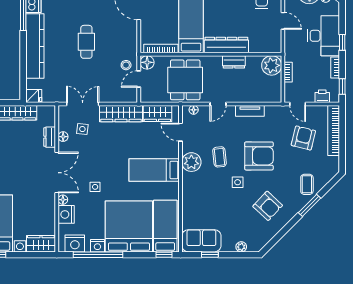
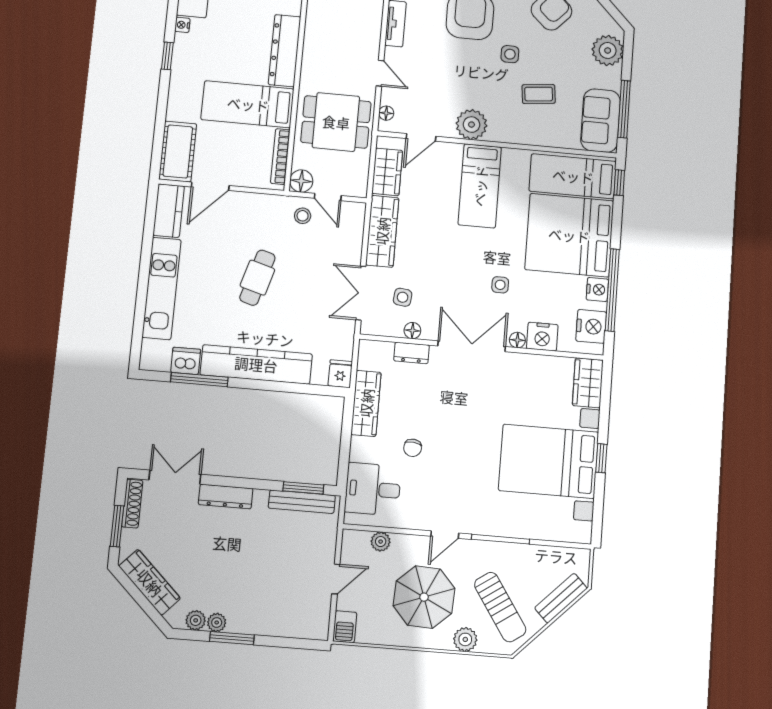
cafe table: (86, 42) -> (257, 278), turned -74
dresser: (234, 62) -> (314, 41), removed
coffee table: (220, 157) -> (539, 94), moved
plant: (241, 247) -> (608, 50), width x1.87, depth x1.87
window: (210, 255) -> (624, 109), width x2.17

